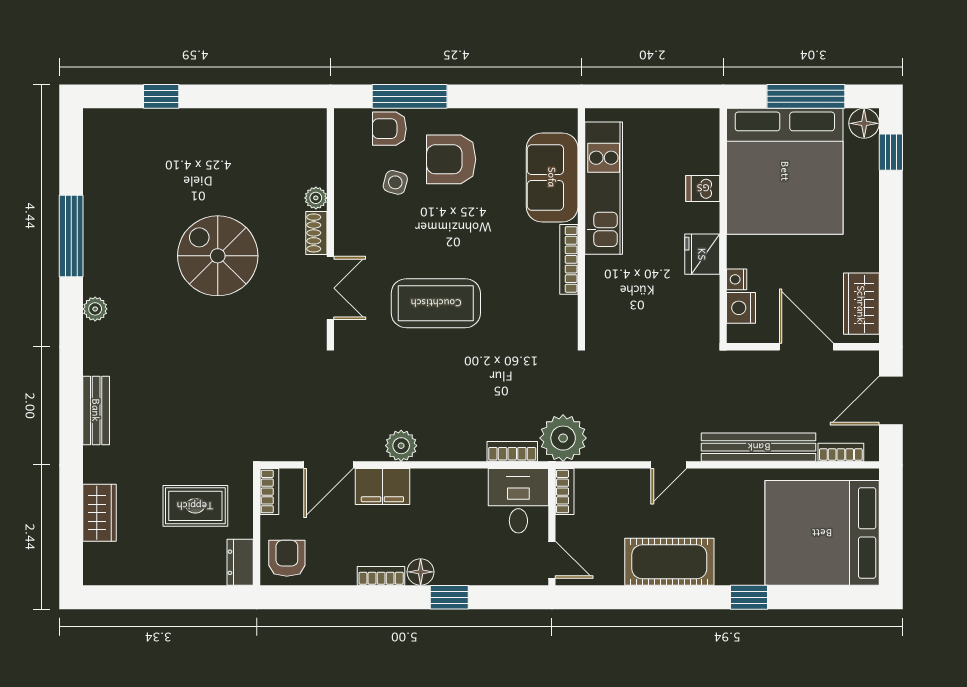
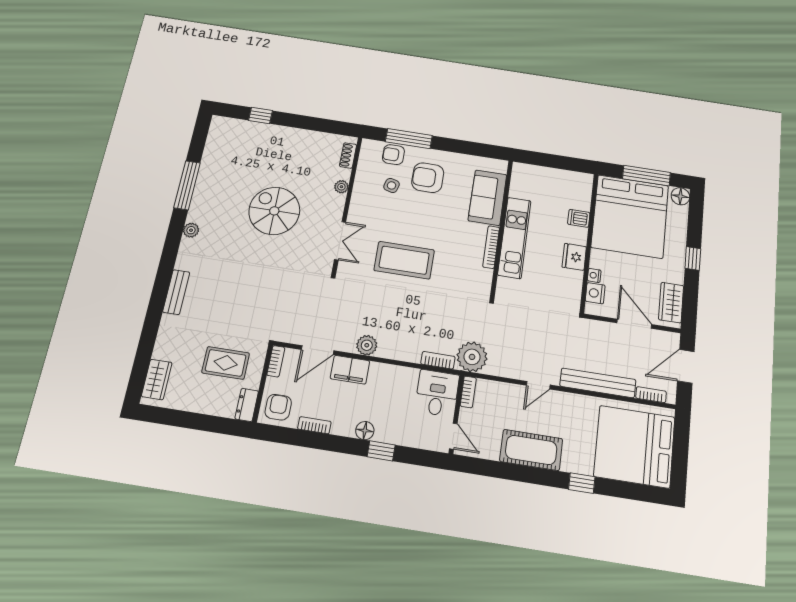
window: (891, 152) -> (693, 258), moved
kitchen unit: (604, 188) -> (514, 238), moved
shoe rack: (316, 233) -> (348, 155), moved
wardrobe: (100, 513) -> (157, 379), moved
bookcase: (381, 576) -> (314, 425), moved

